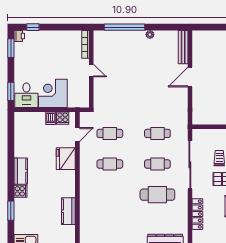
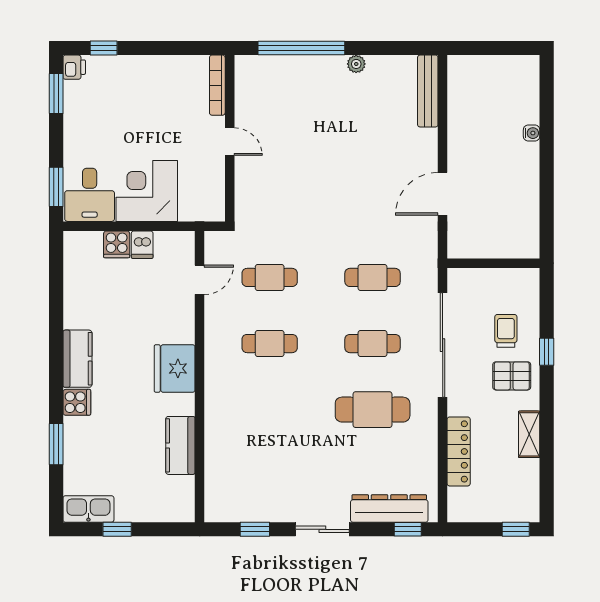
door: (190, 77) -> (443, 194), moved
cooker: (63, 118) -> (117, 244), moved
fridge: (66, 159) -> (175, 368), moved

